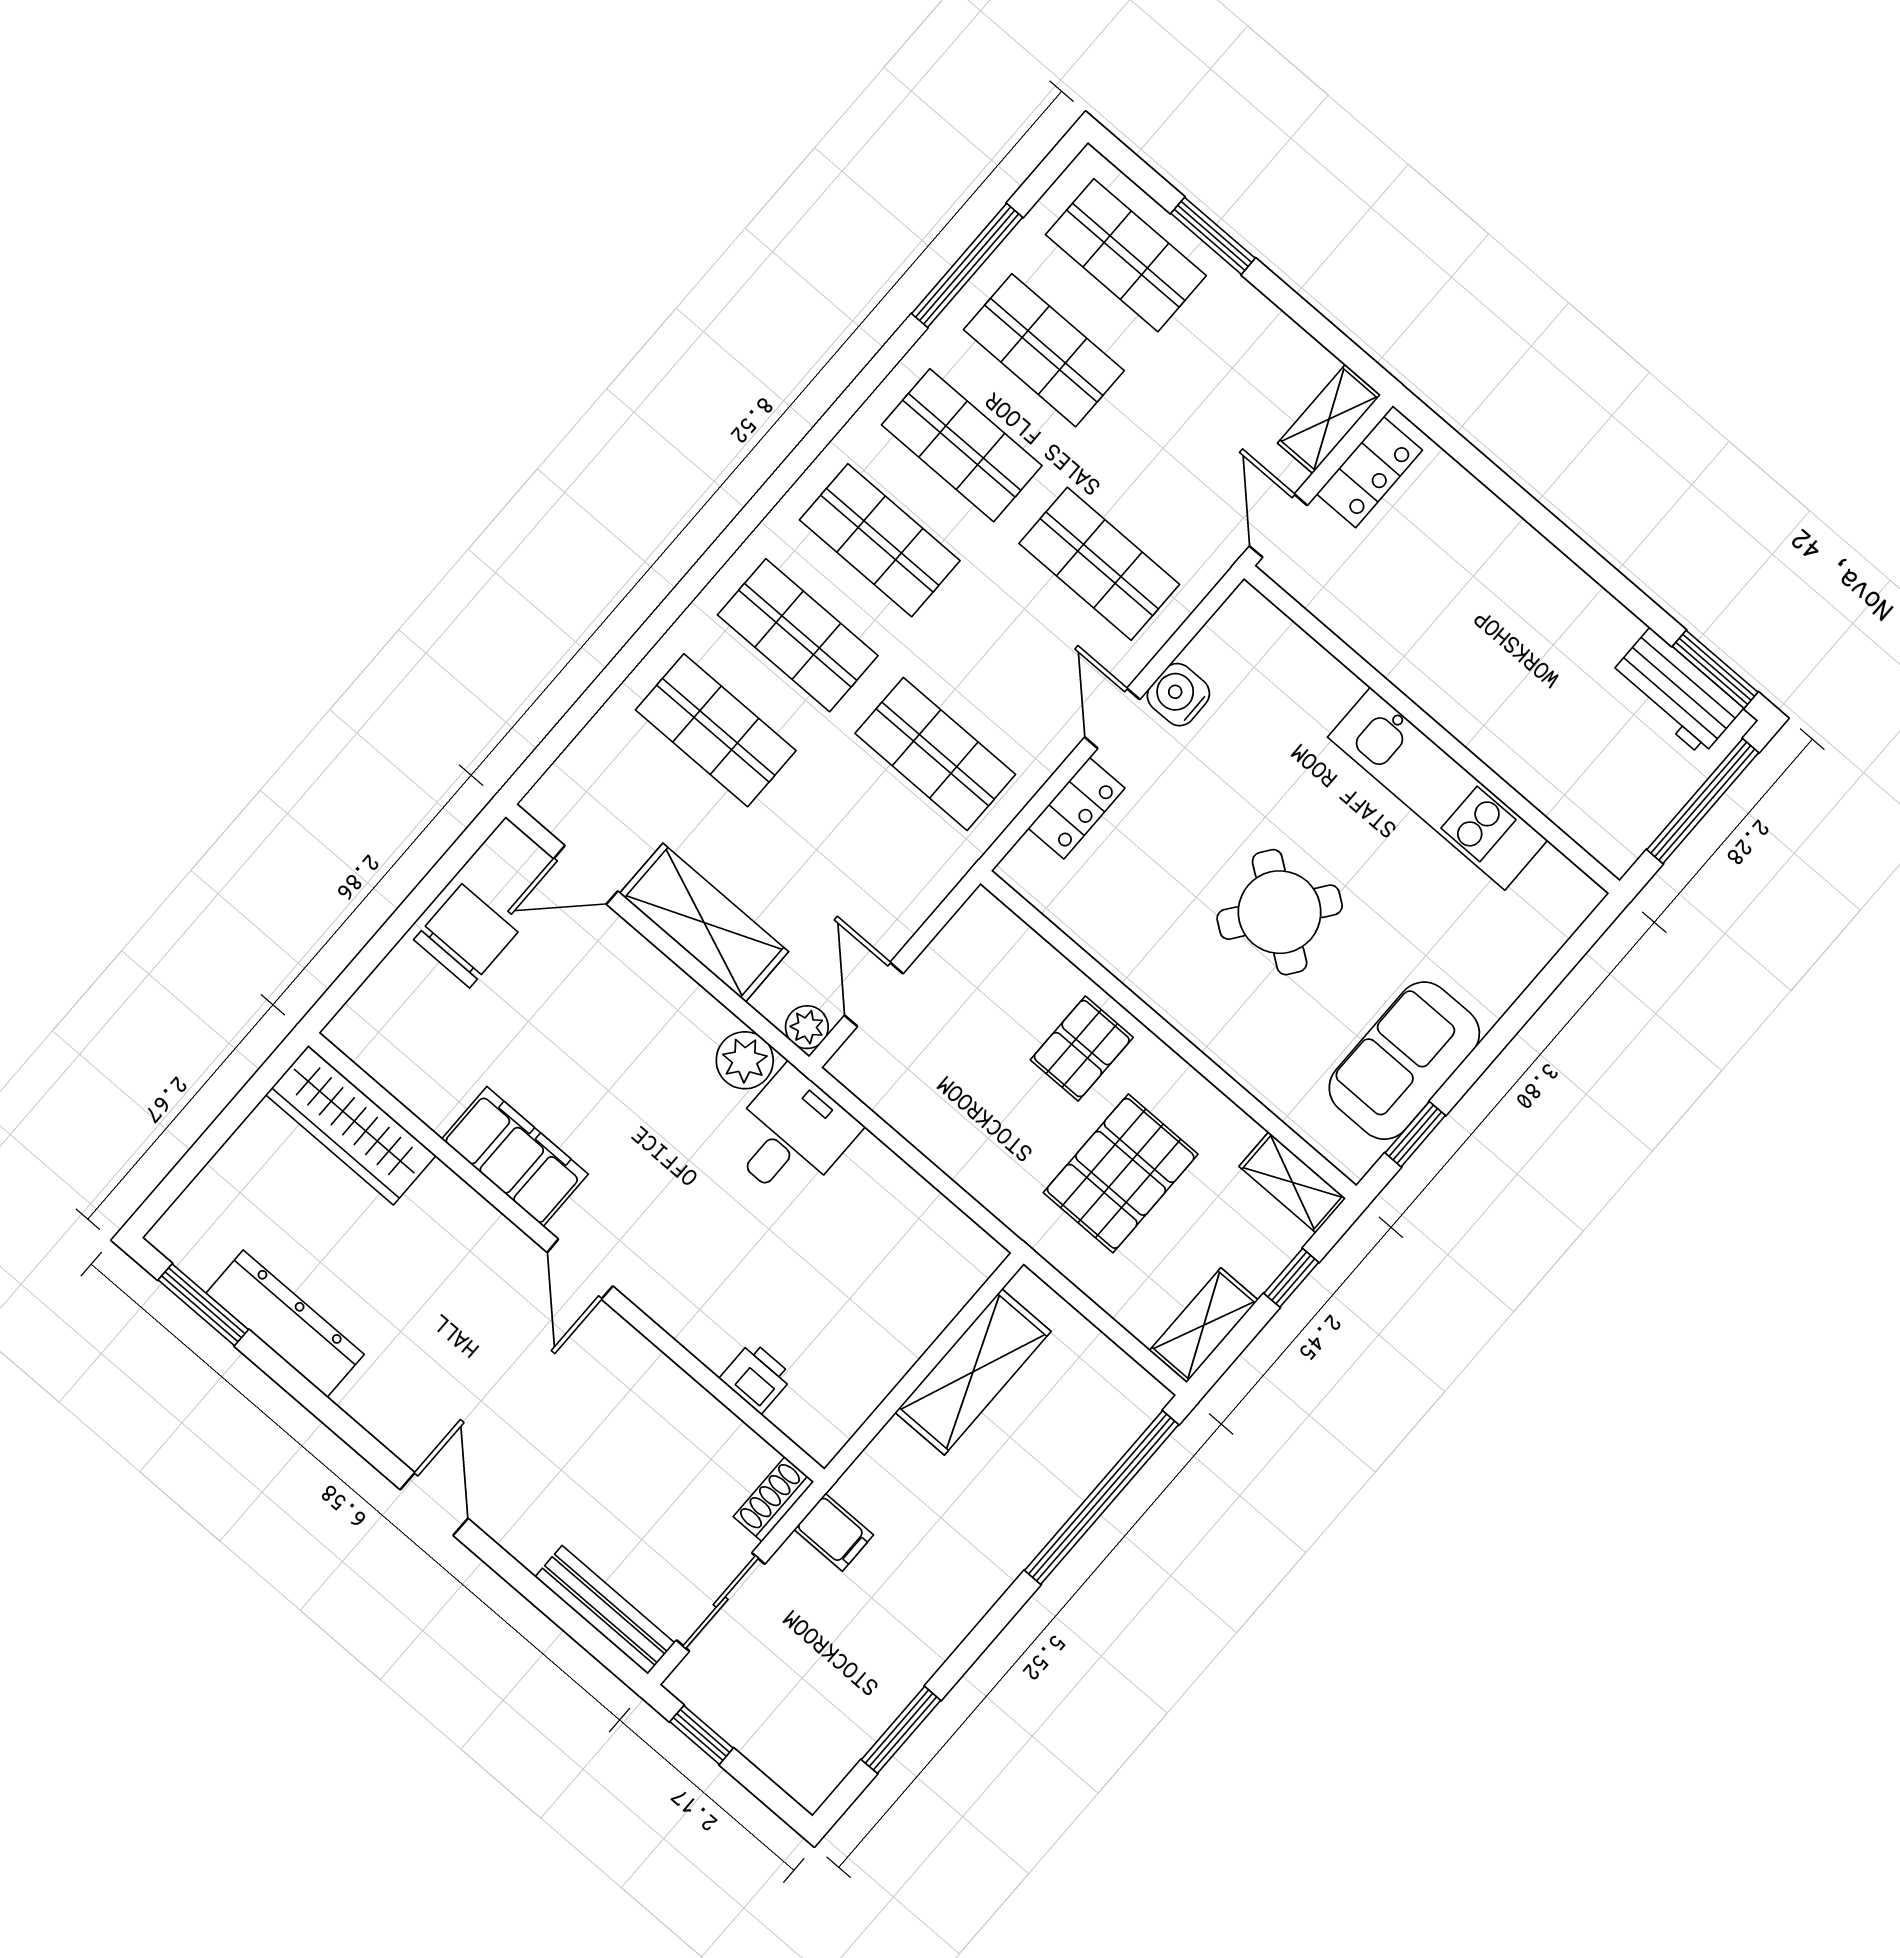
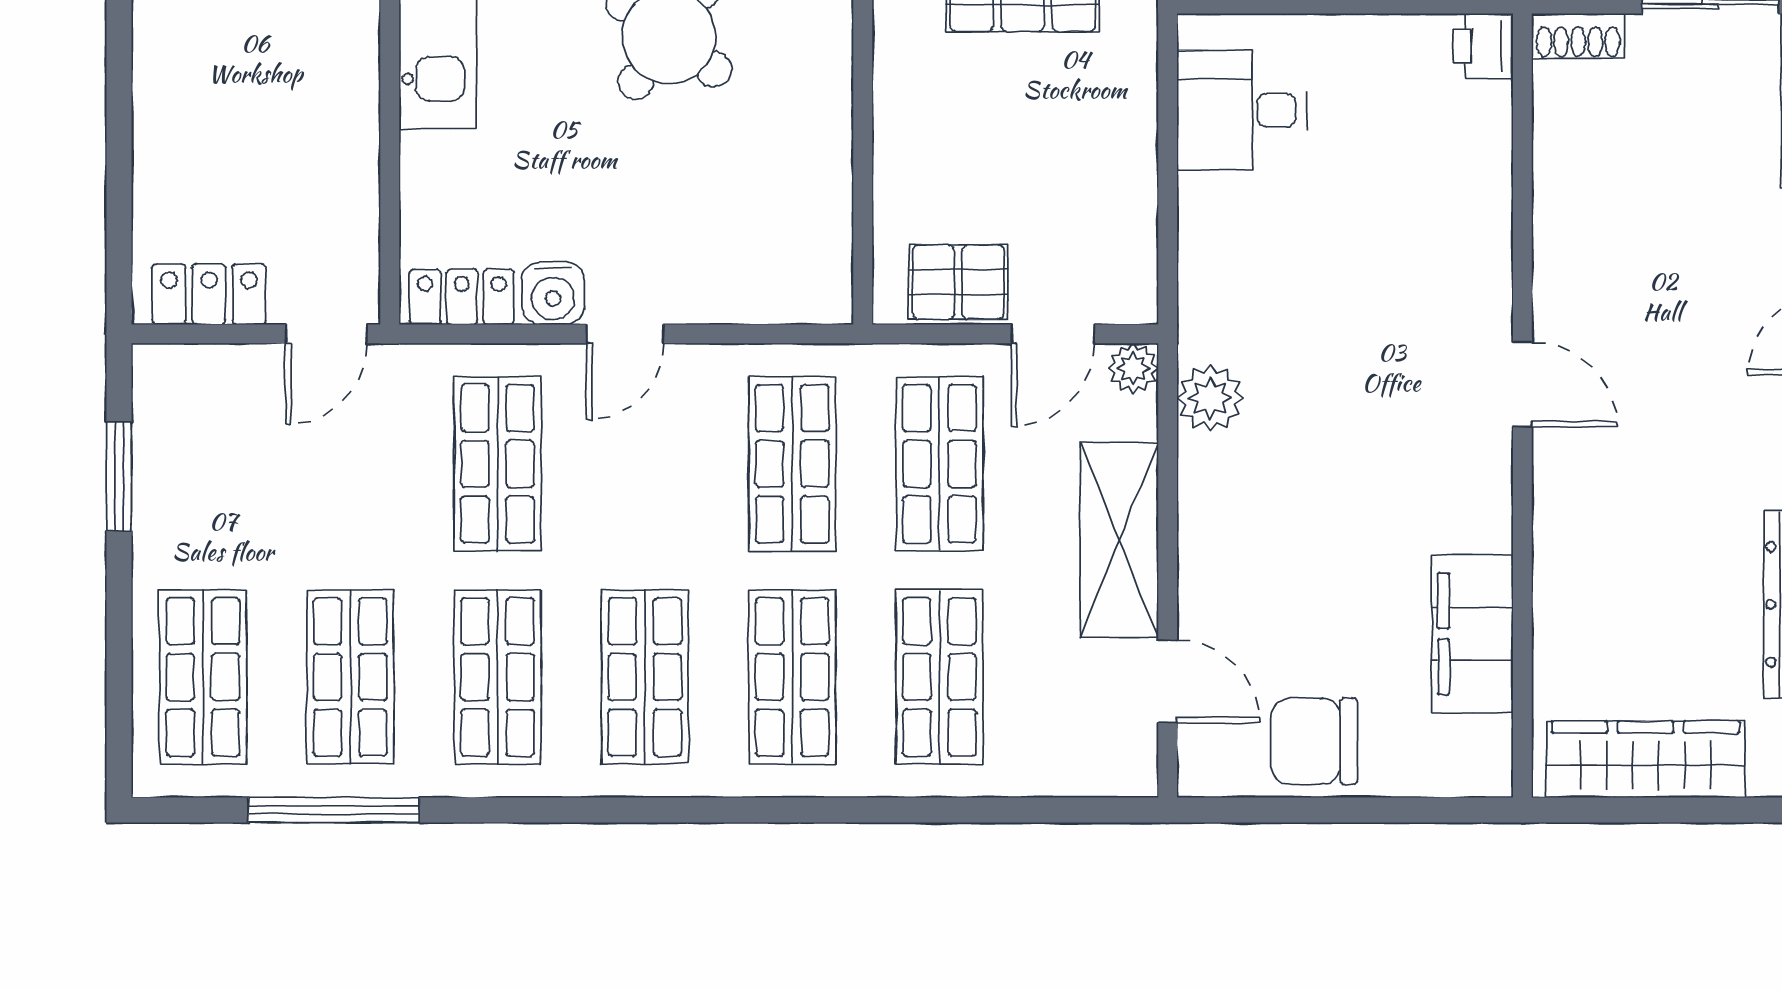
window: (1213, 236) -> (119, 476), moved
shelving: (1329, 419) -> (193, 371), removed
locker: (1076, 808) -> (462, 297), moved
shop shelf: (853, 849) -> (939, 464), added
pallet: (1082, 1049) -> (958, 282), moved
wardrobe: (351, 1125) -> (1646, 759), moved, turned -90
desk: (791, 1135) -> (1242, 110), moved
filing cabinet: (515, 1157) -> (1472, 634), moved
door: (580, 1269) -> (1522, 384), hinge flipped
printer: (756, 1377) -> (1483, 46), moved

